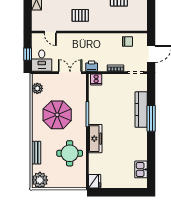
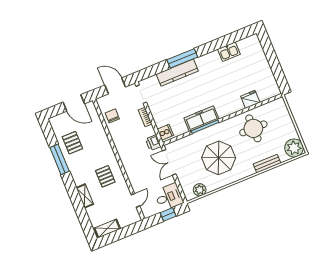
door: (151, 14) -> (74, 103), added
freezer: (95, 139) -> (201, 119), moved
kitchen sink: (141, 169) -> (229, 52), moved
fridge: (95, 181) -> (250, 99), moved

